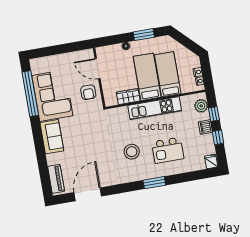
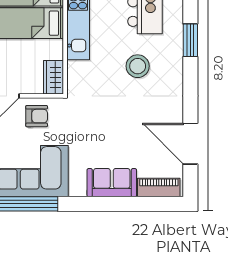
wardrobe: (128, 97) -> (54, 77), moved
sofa: (52, 137) -> (112, 183), moved

